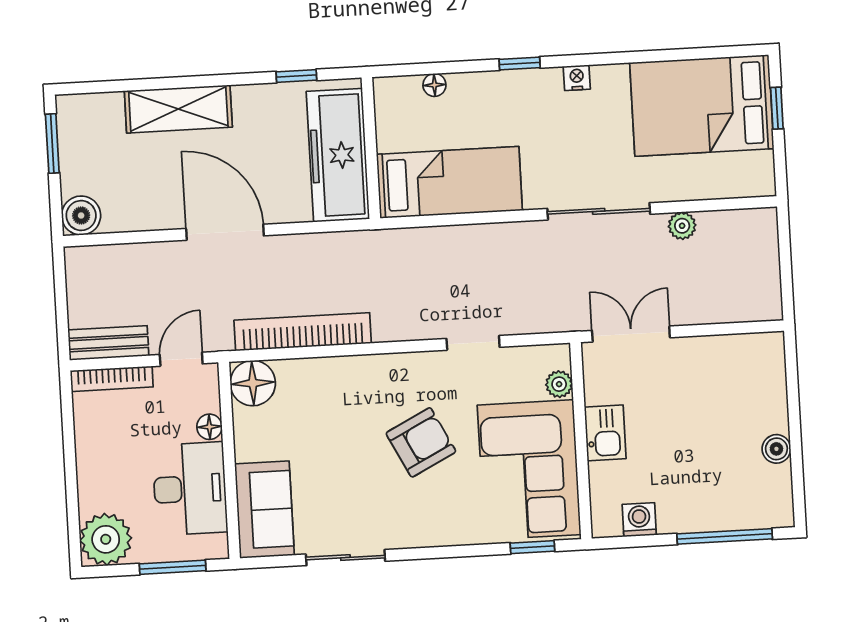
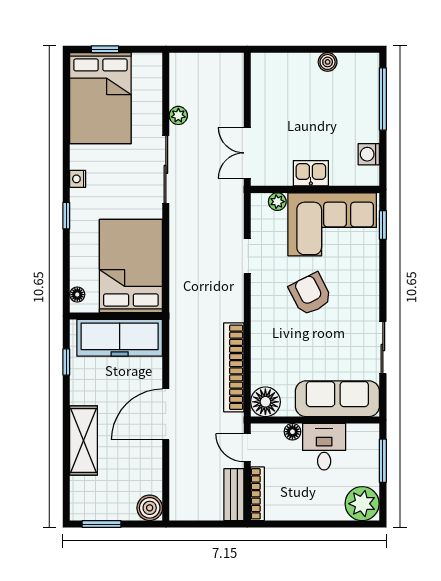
floor lamp: (434, 85) -> (77, 295), moved
bed: (449, 182) -> (131, 266), width x1.50
desk: (190, 489) -> (324, 447), width x0.73
sofa: (264, 510) -> (337, 399), width x1.36

